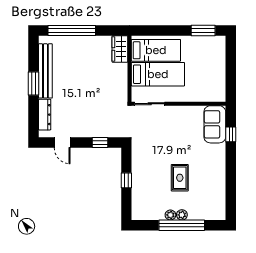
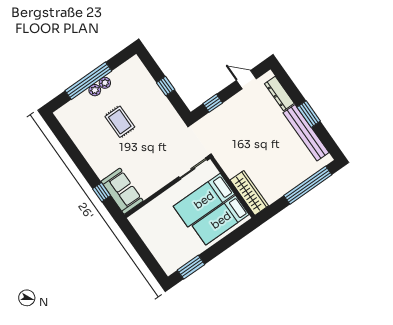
wardrobe: (120, 49) -> (249, 193), width x1.50

